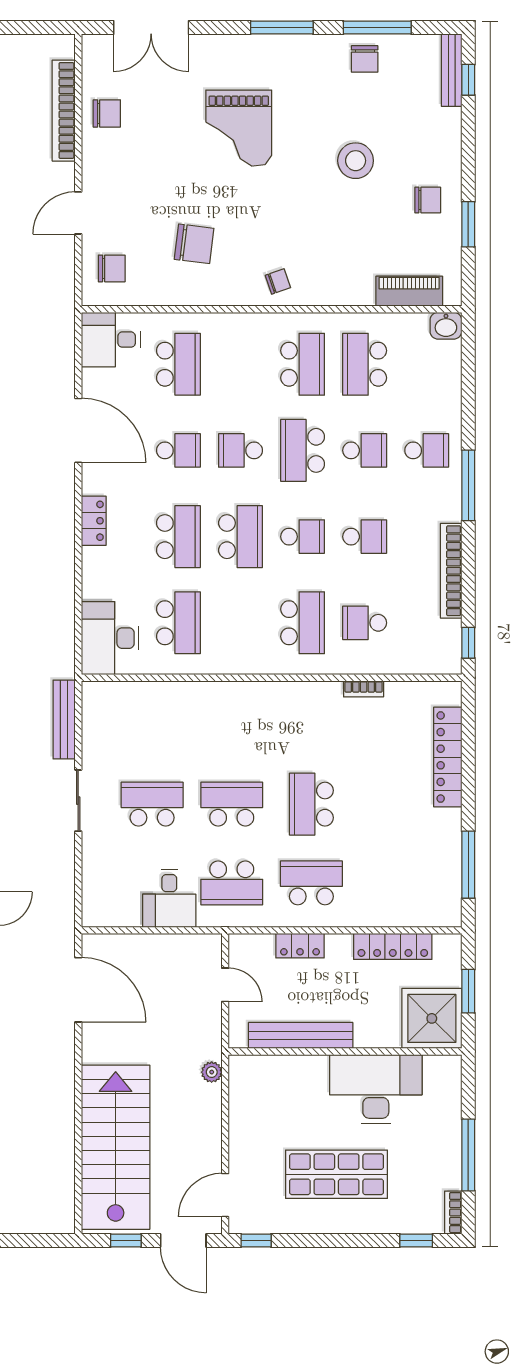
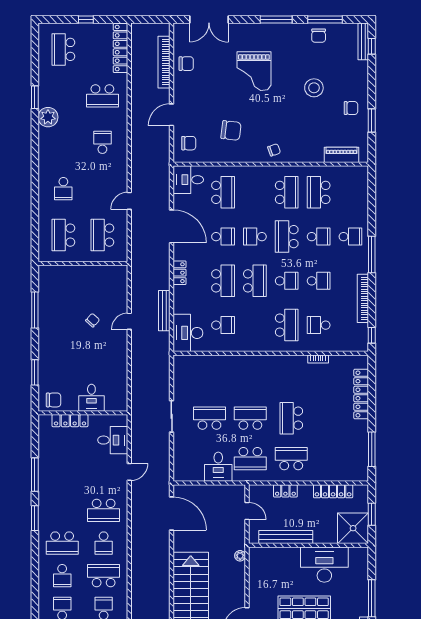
washbasin: (446, 326) -> (360, 173), removed
school desk: (178, 623) -> (223, 325), width x0.54
bench: (64, 719) -> (164, 311), moved

